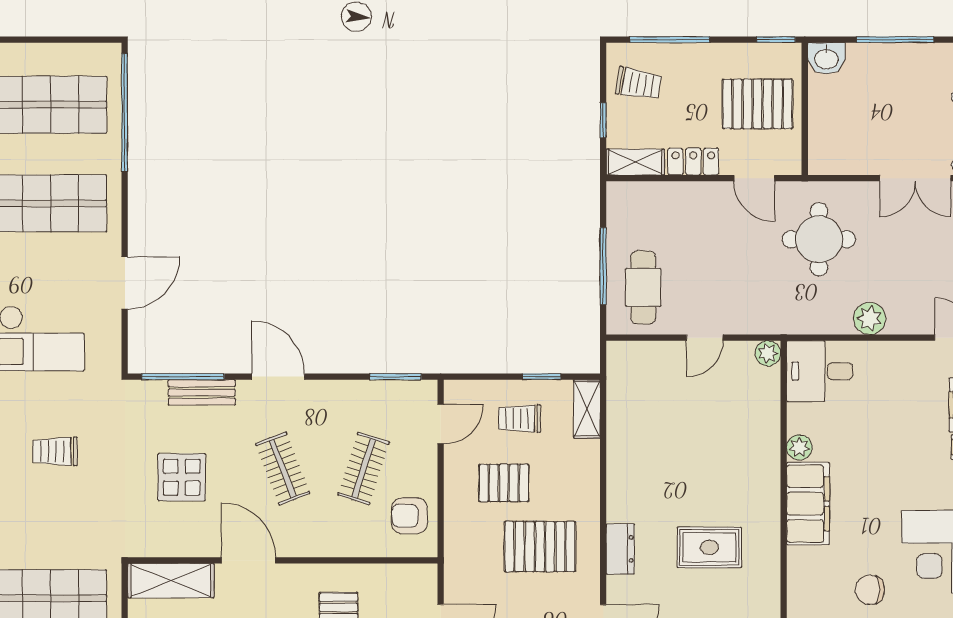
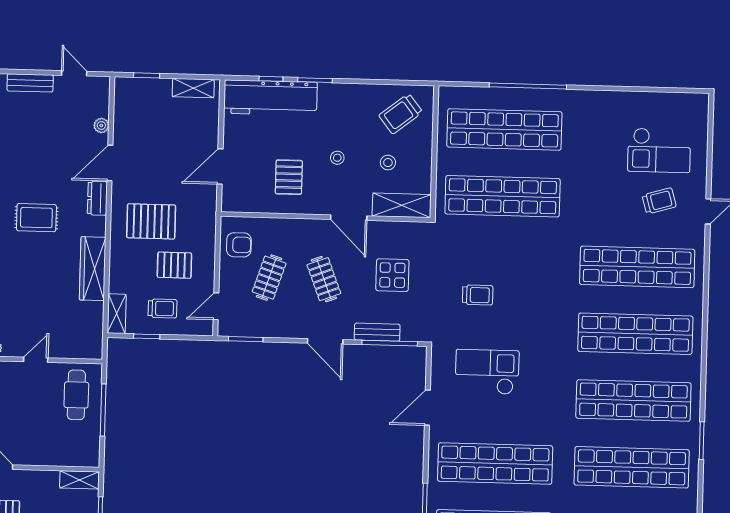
locker: (693, 162) -> (40, 479), removed
wardrobe: (624, 474) -> (93, 269), added
dresser: (620, 549) -> (97, 198), moved

